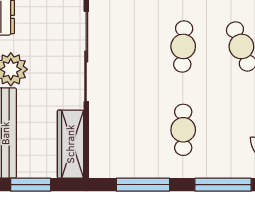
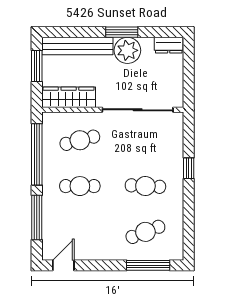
cafe table: (125, 130) -> (80, 140), added
window: (143, 185) -> (37, 154), width x1.46

